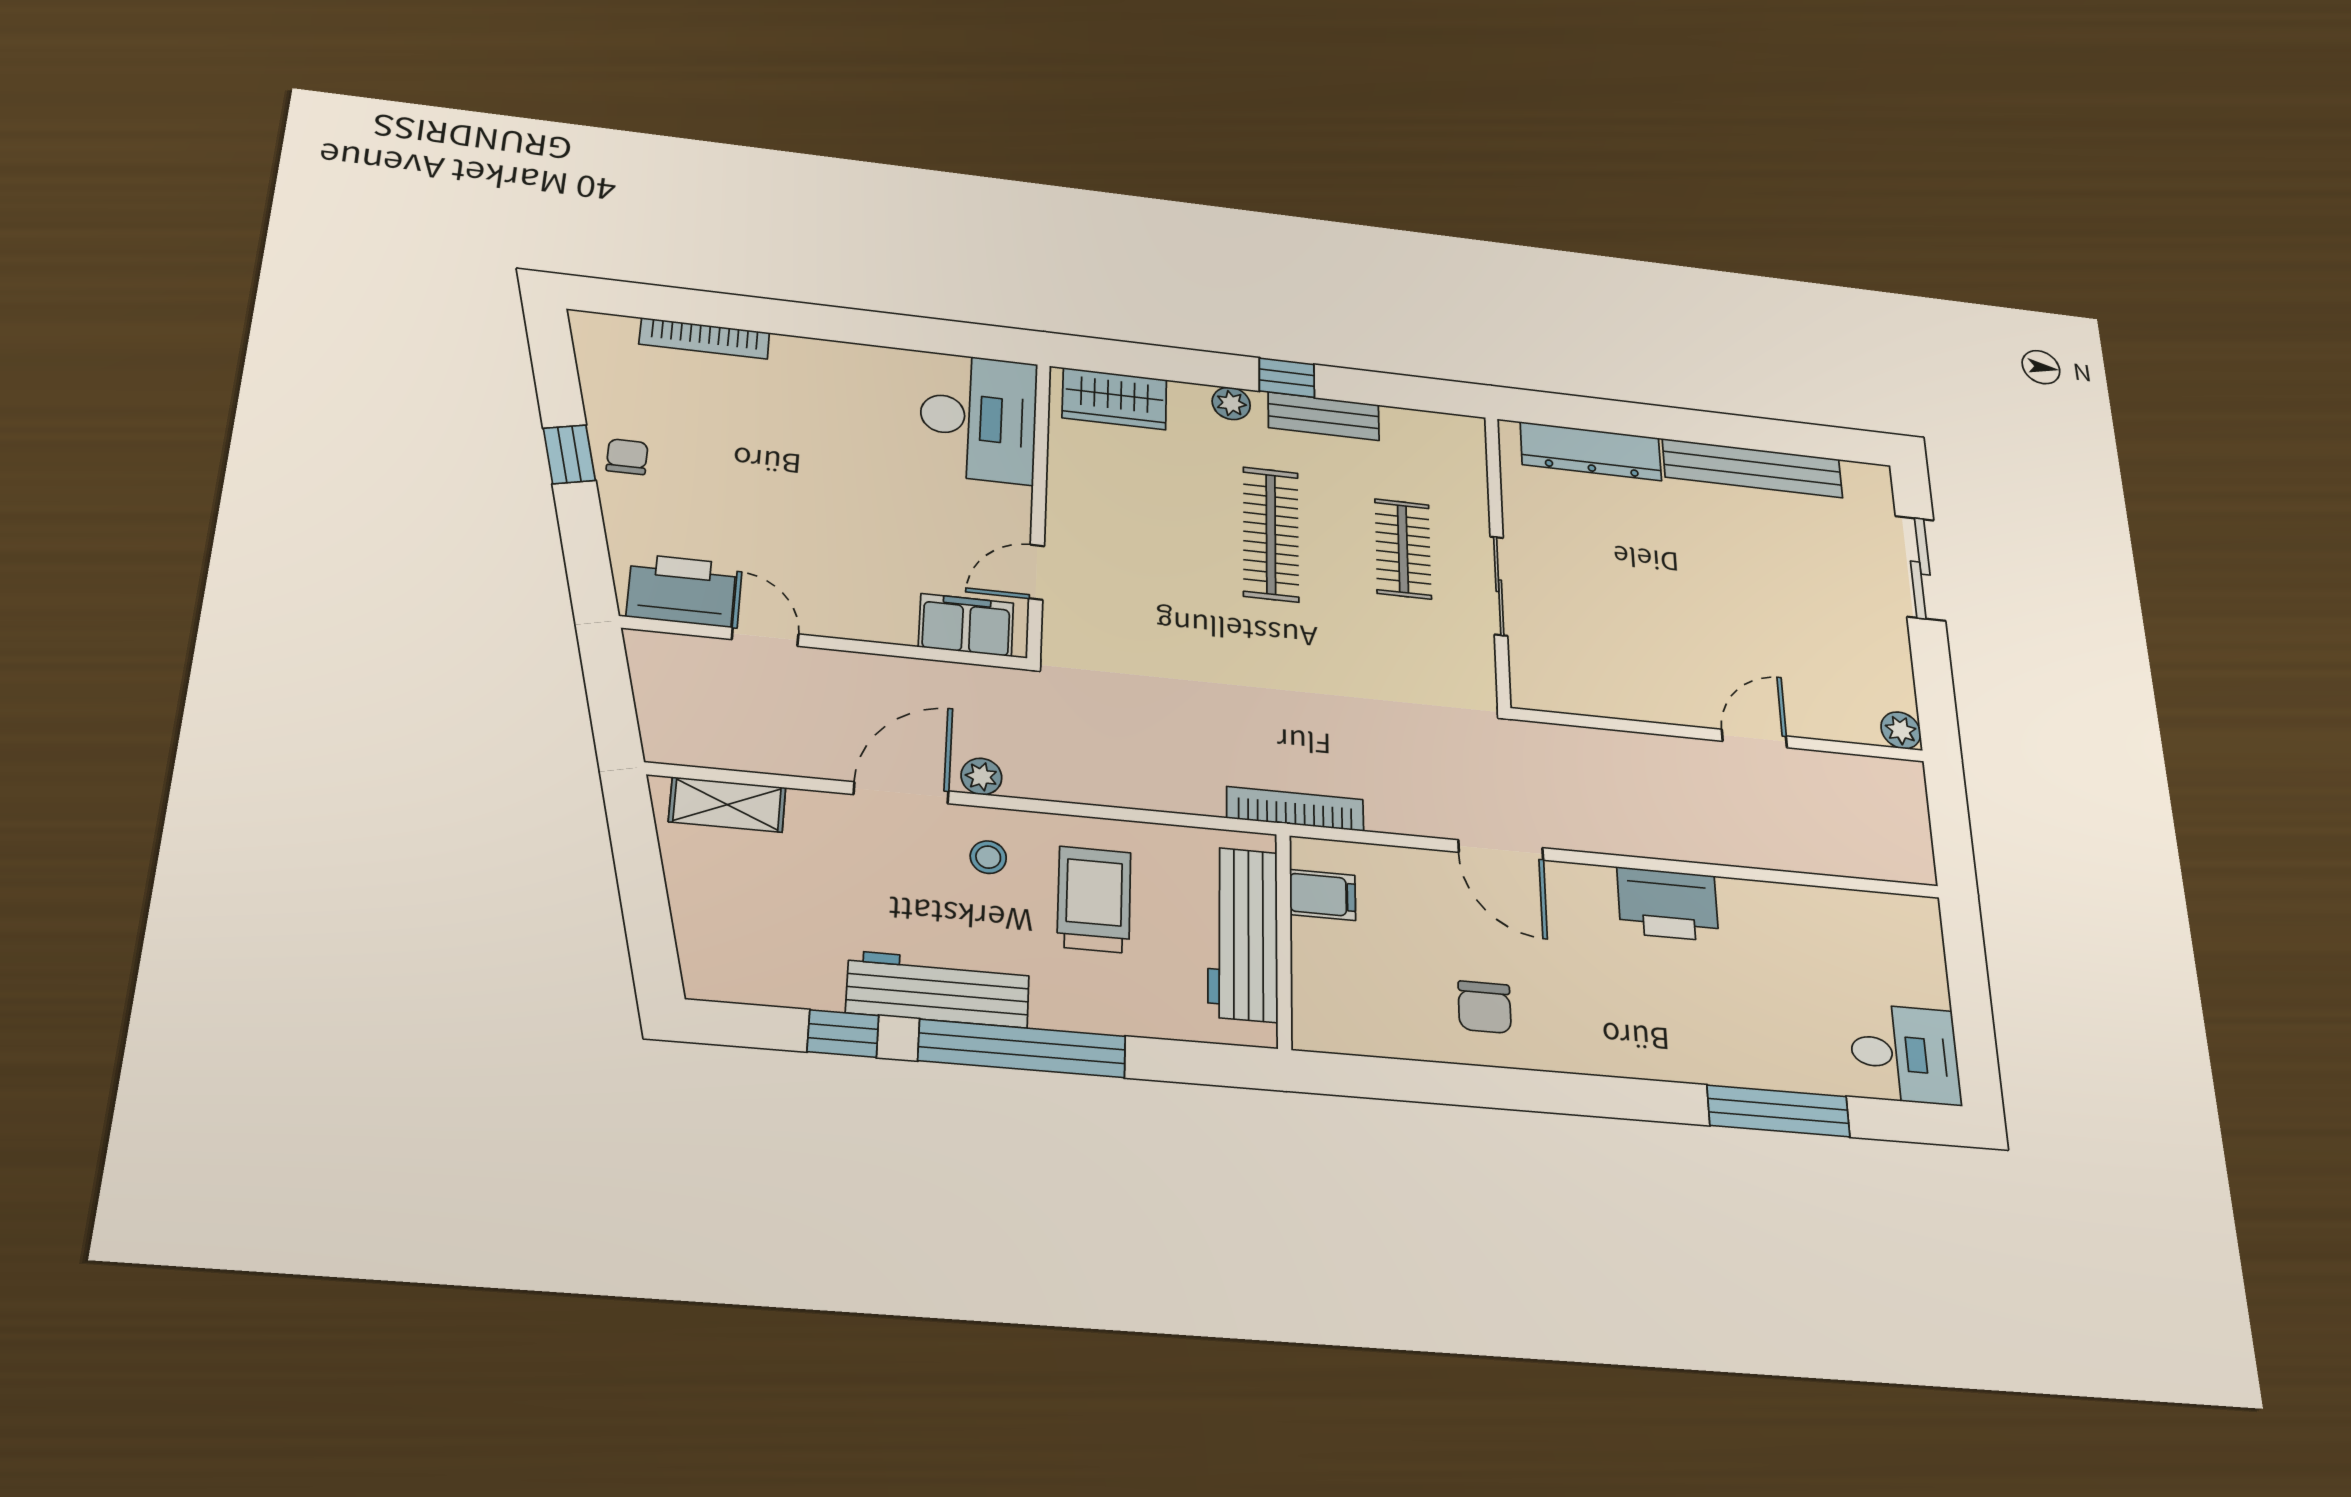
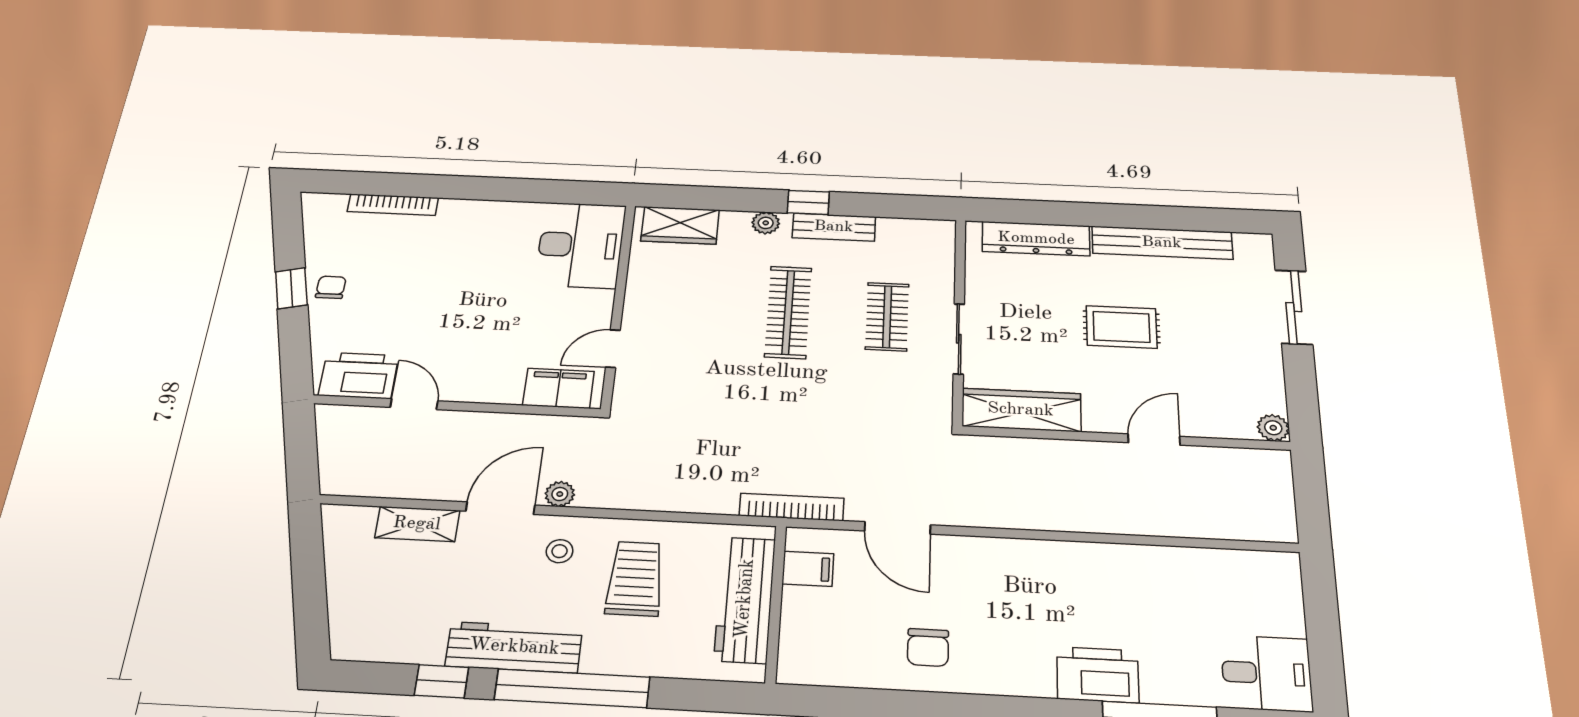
rug: (1707, 582) -> (1122, 327), added
wardrobe: (1585, 689) -> (1021, 410), added
shelving: (727, 805) -> (417, 524), moved
door: (1501, 850) -> (898, 528), moved
printer: (1668, 904) -> (1098, 675), moved, turned 180

